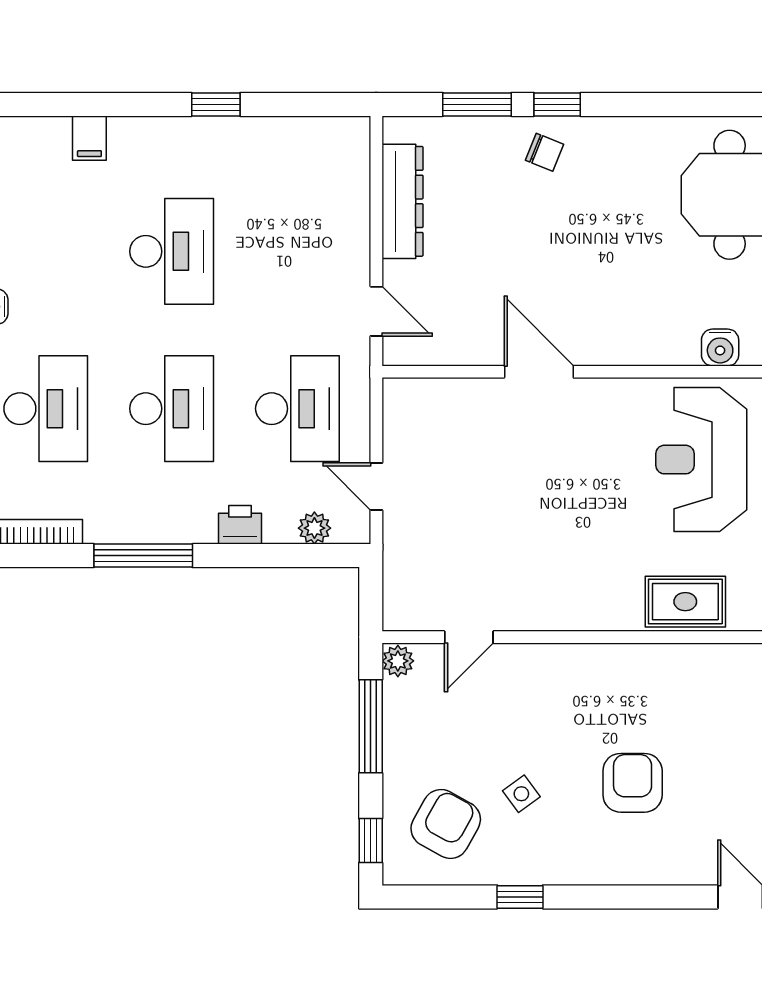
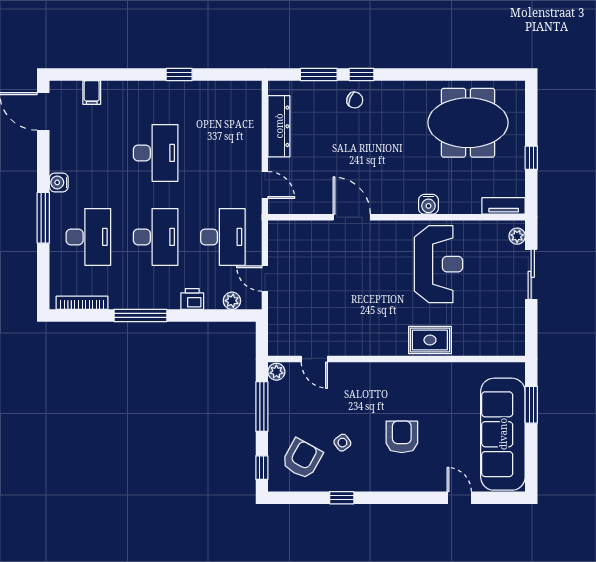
filing cabinet: (89, 138) -> (92, 92), moved
water cooler: (720, 348) -> (428, 204), moved
reception desk: (701, 460) -> (438, 264), turned 180
door: (469, 637) -> (314, 359), hinge flipped

